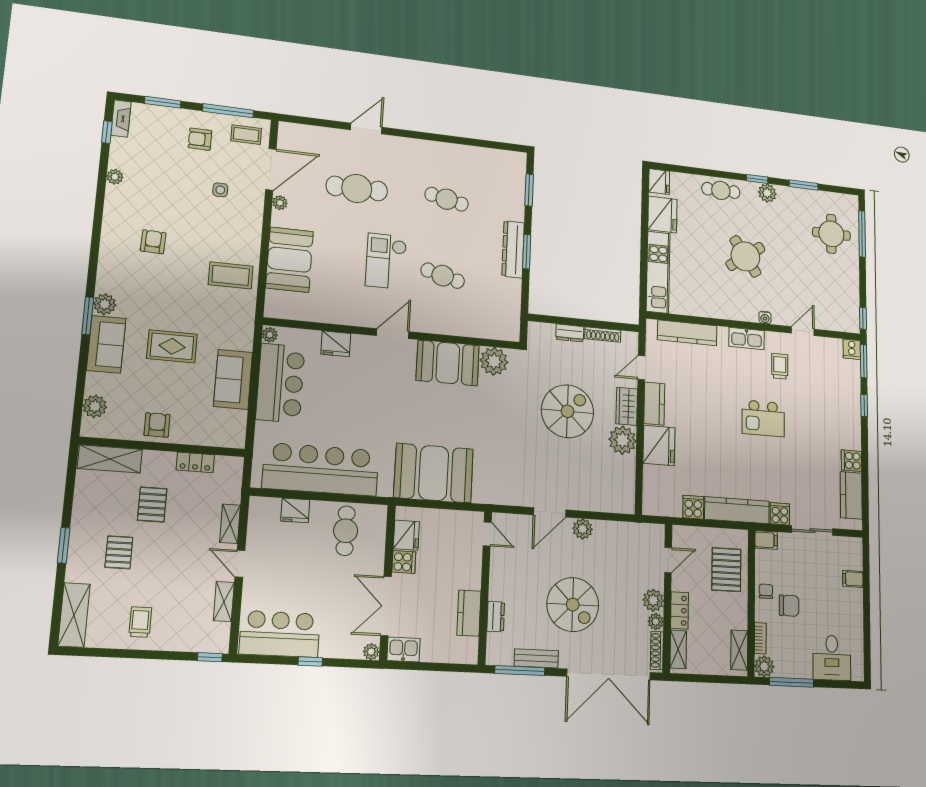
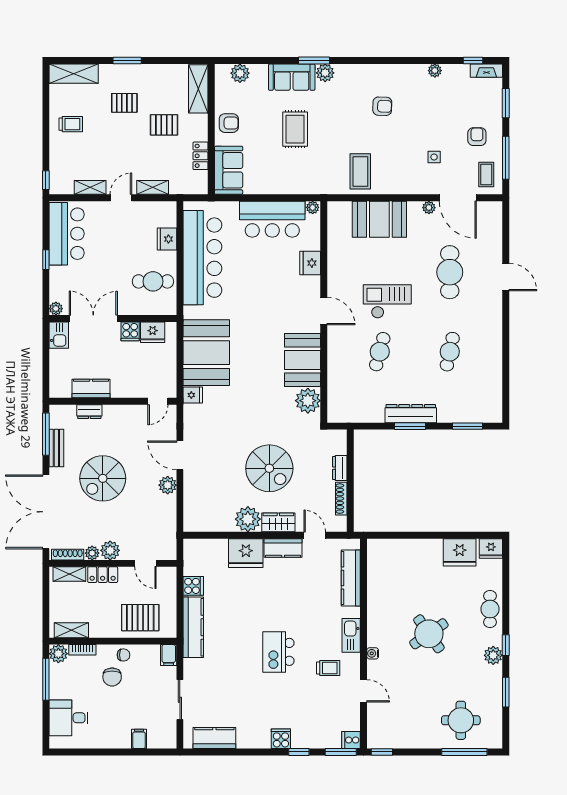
kitchen unit: (658, 272) -> (404, 549), removed
sofa: (233, 379) -> (229, 170), moved, turned 90
cooker: (852, 461) -> (281, 739), moved
fridge: (482, 492) -> (193, 395), added
cooker: (780, 514) -> (193, 668), removed

